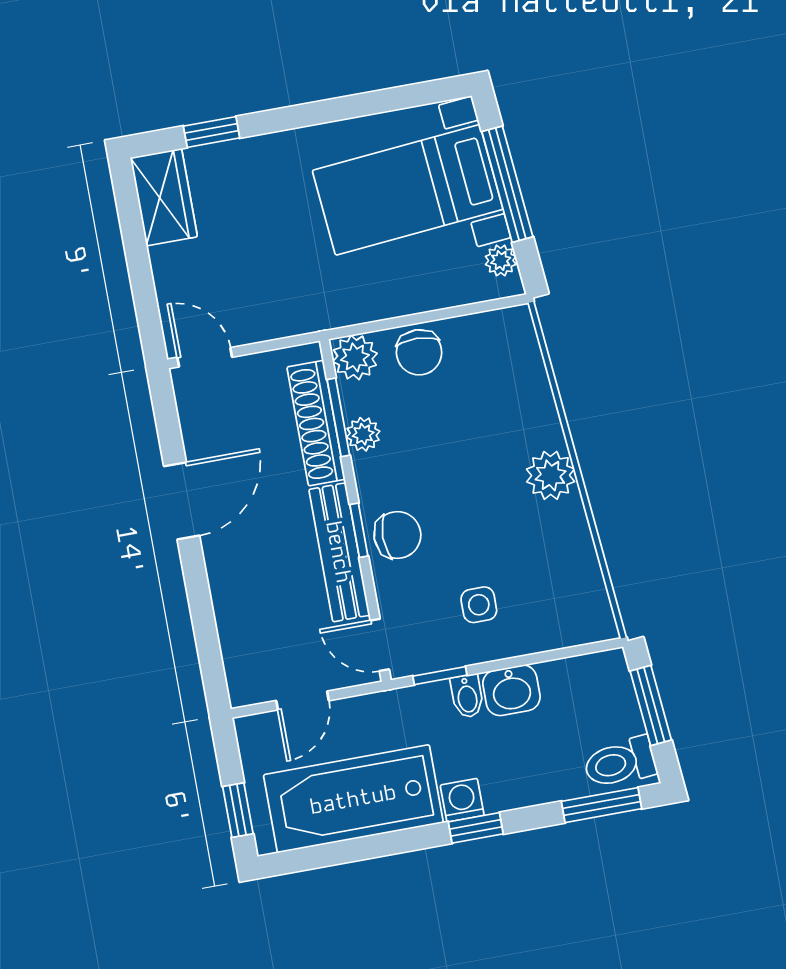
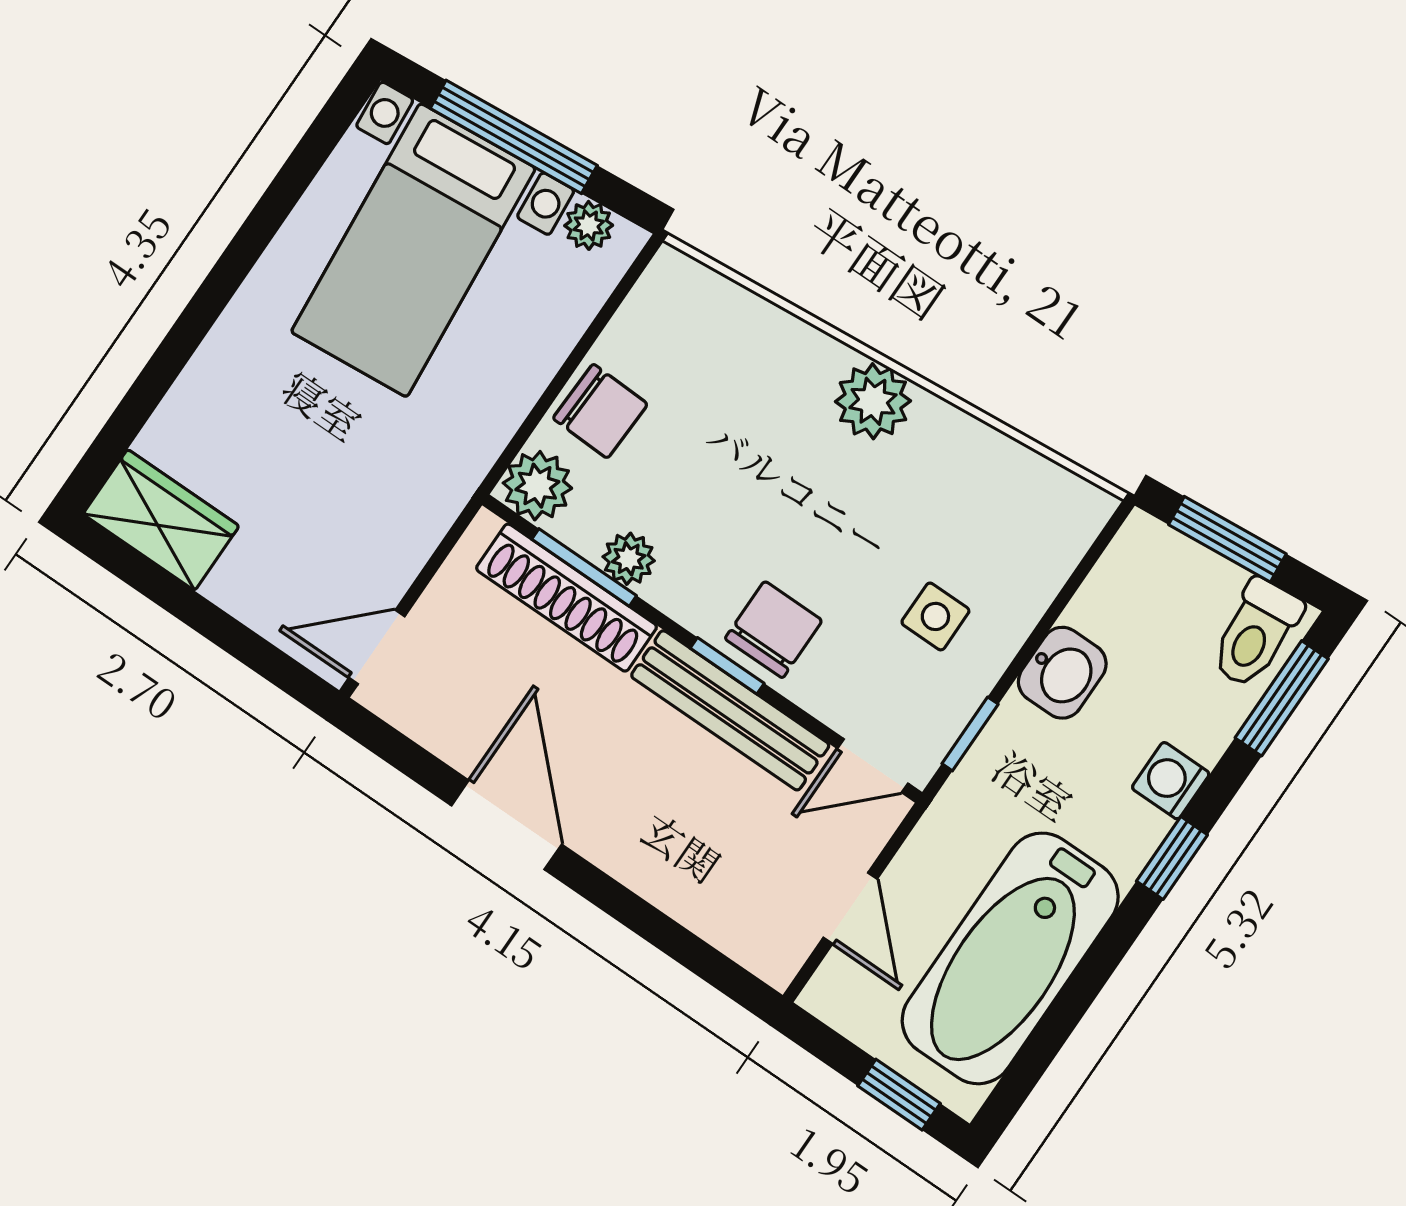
window: (212, 132) -> (142, 399), removed
bidet: (467, 696) -> (1021, 727), removed
washing machine: (462, 800) -> (1171, 781), moved

